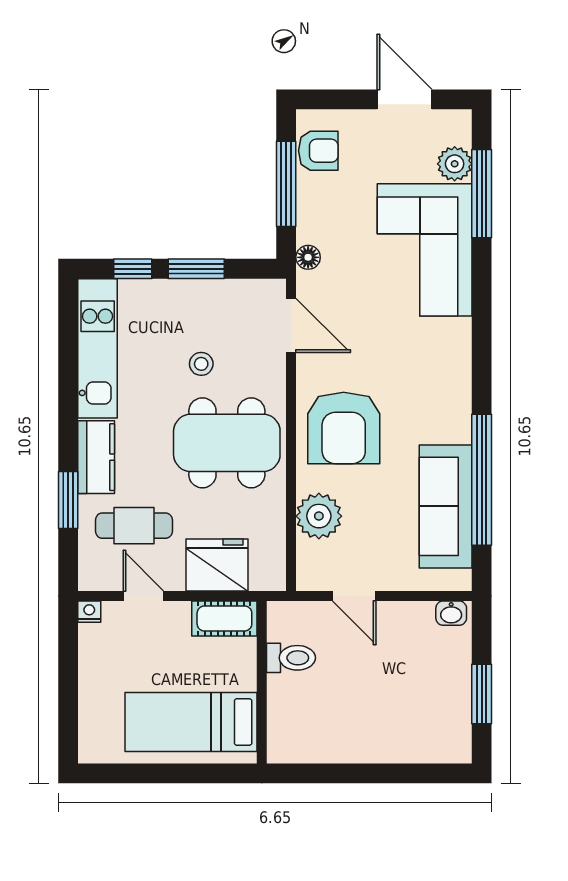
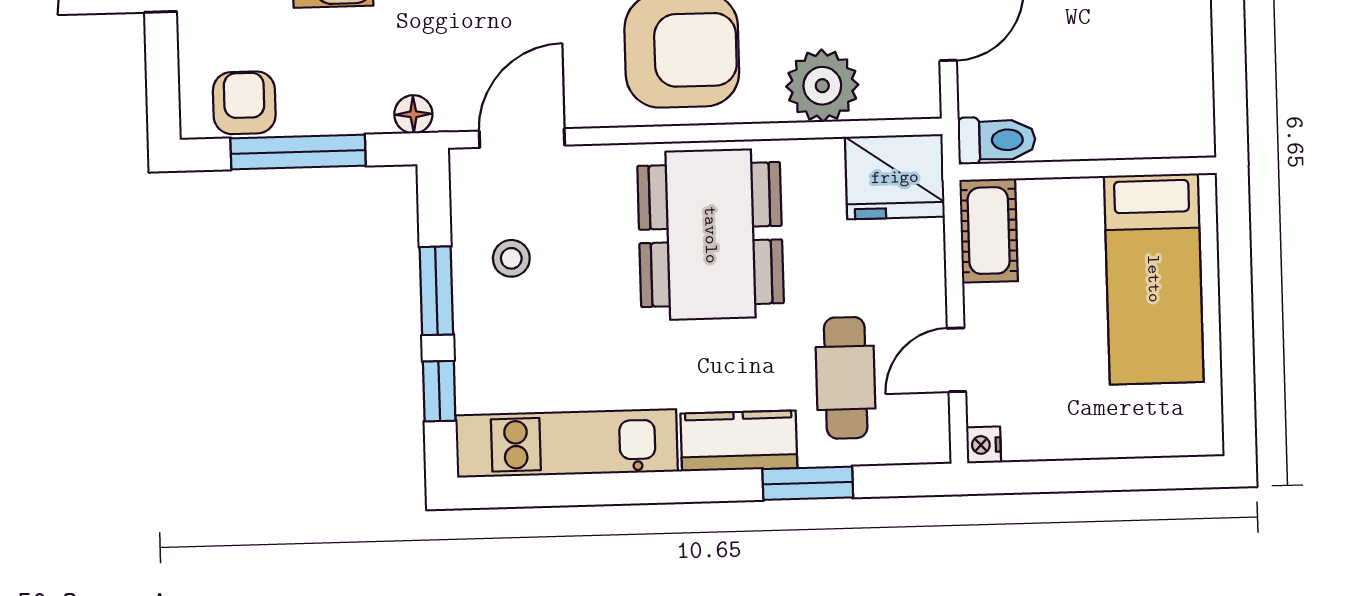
stool: (201, 364) -> (511, 258), moved
fridge: (217, 565) -> (895, 177), moved, turned -90
toilet: (291, 658) -> (997, 140), moved, turned 90

